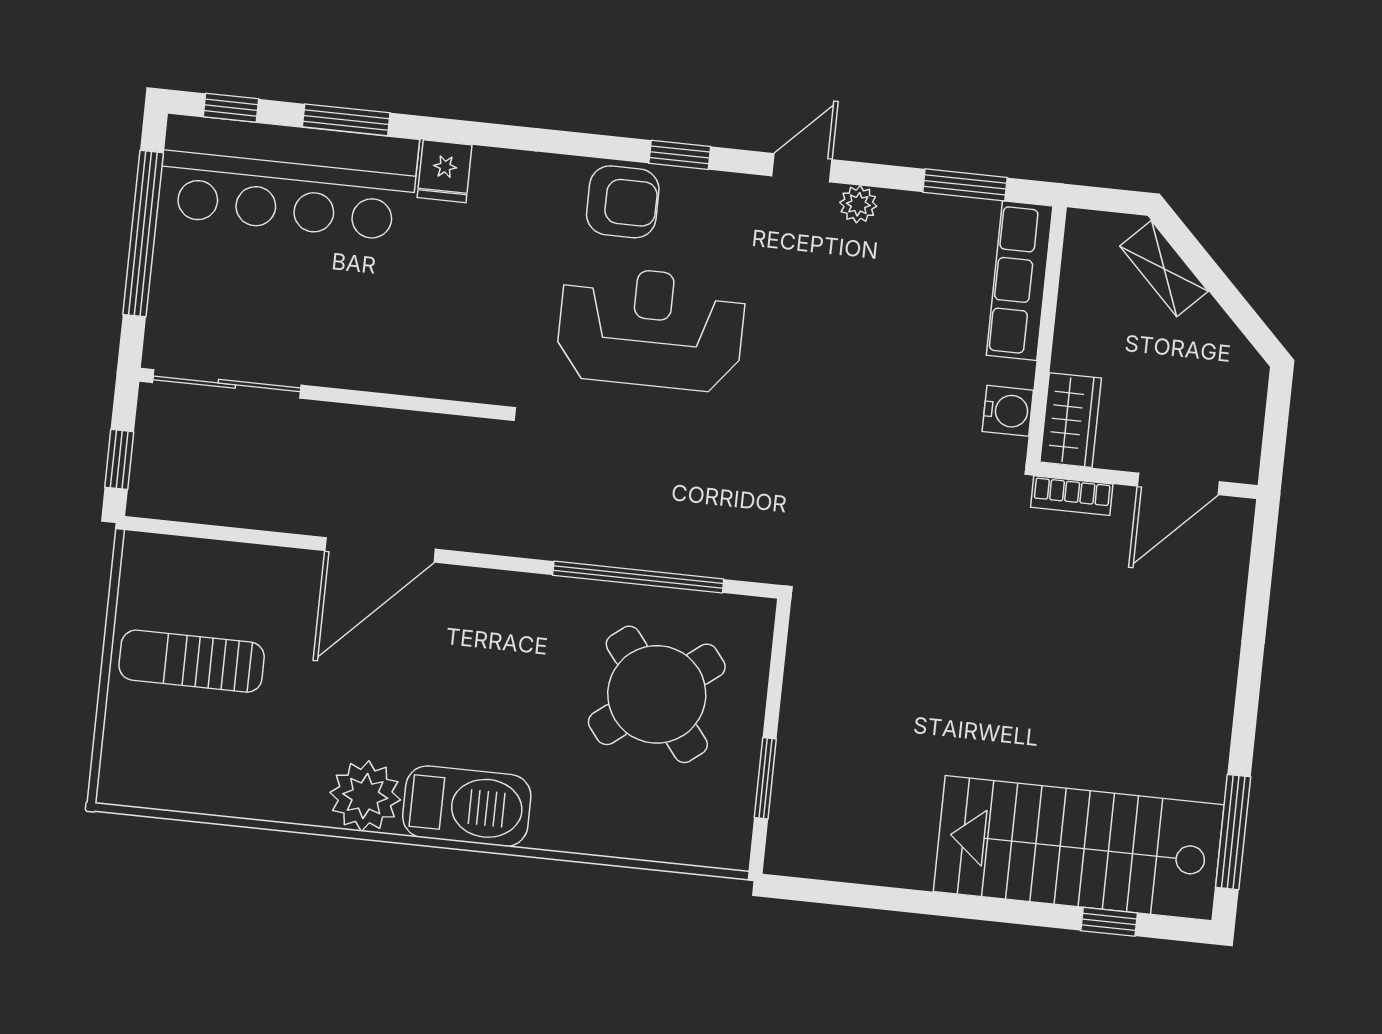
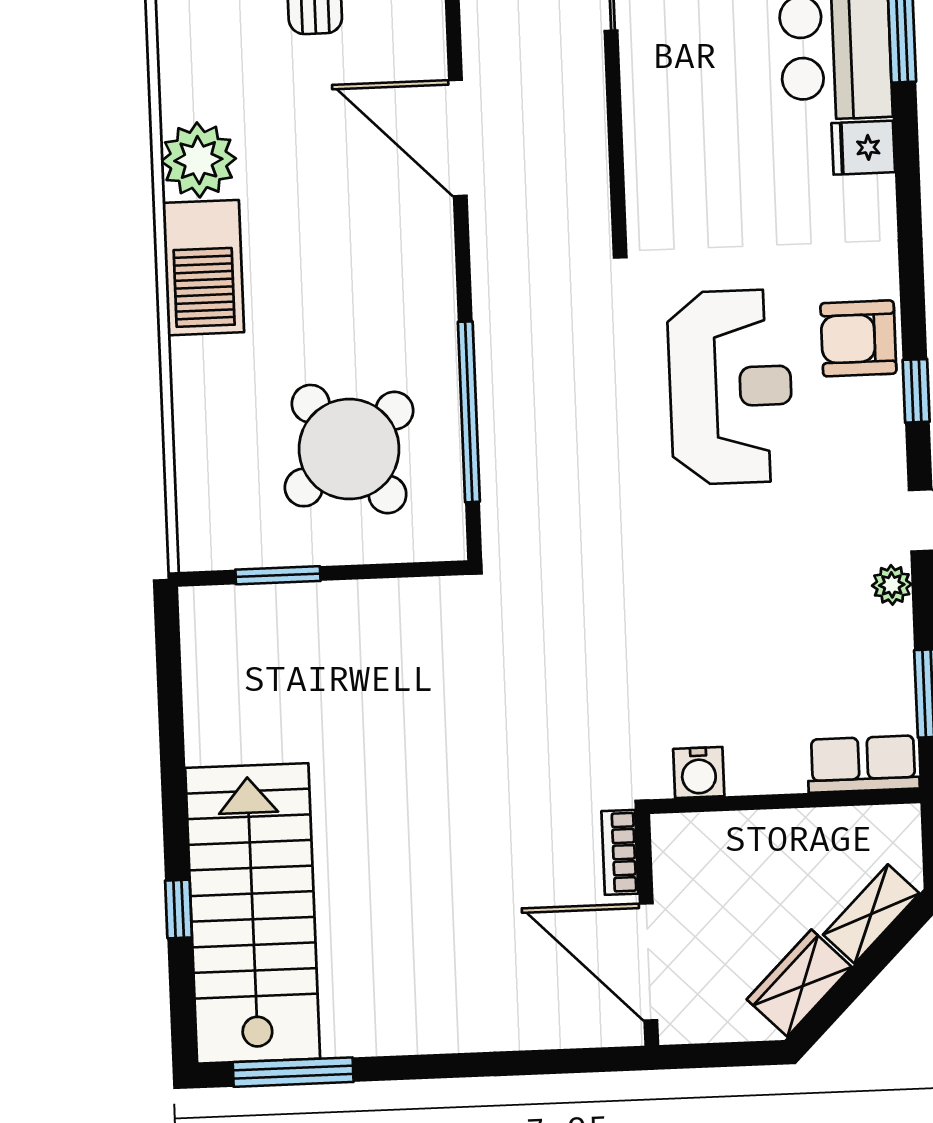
armchair: (623, 202) -> (858, 338), turned 90
row of seats: (1020, 281) -> (863, 764), width x0.68
wardrobe: (1071, 420) -> (799, 983), moved, turned 135
door: (1178, 484) -> (649, 962), width x1.36
window: (1109, 922) -> (179, 909), moved

